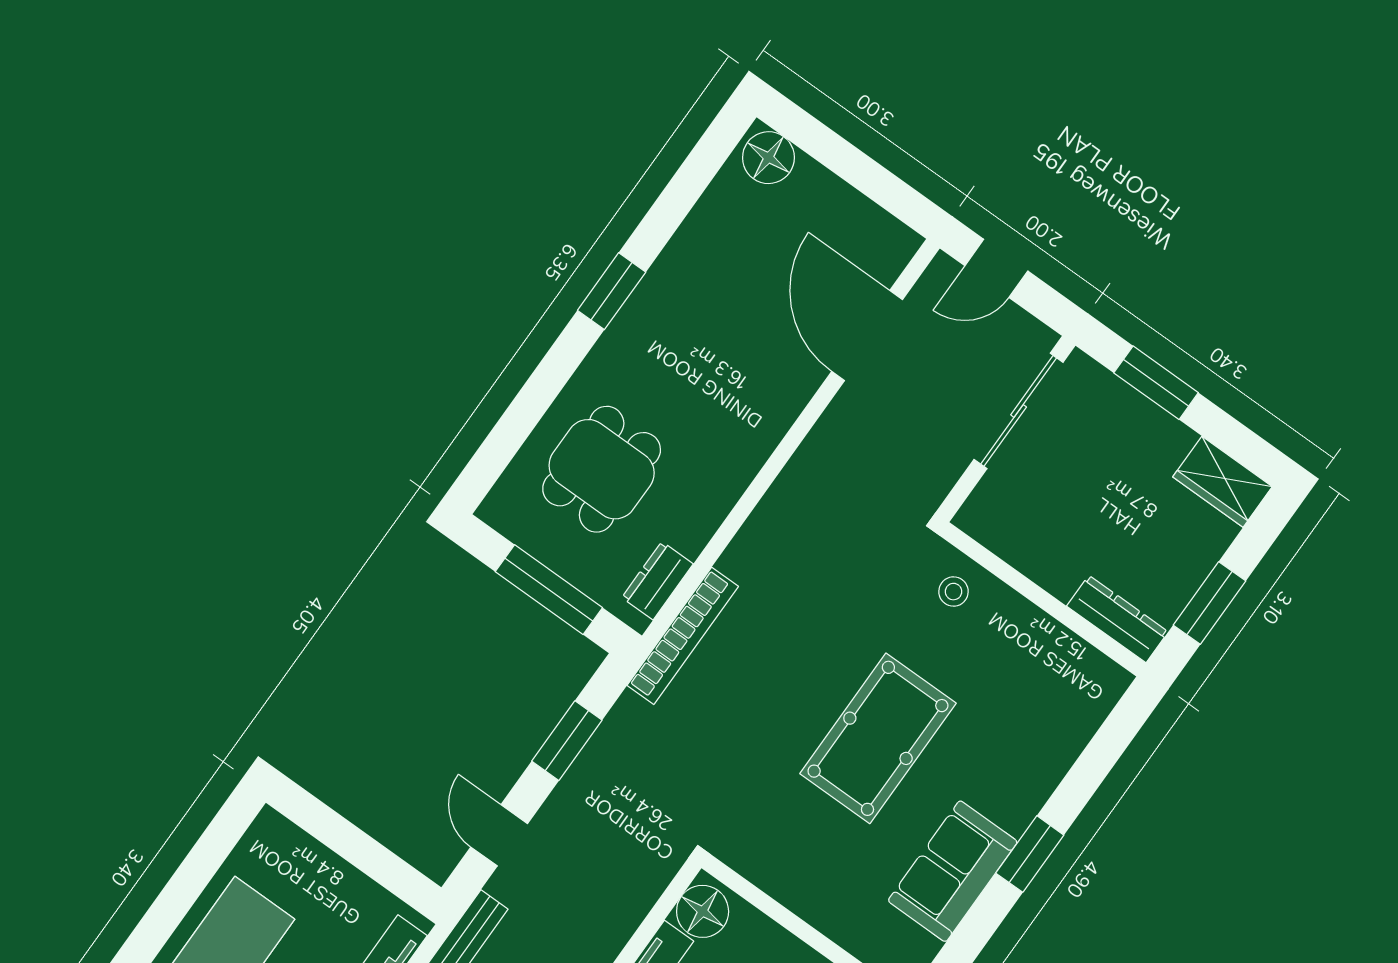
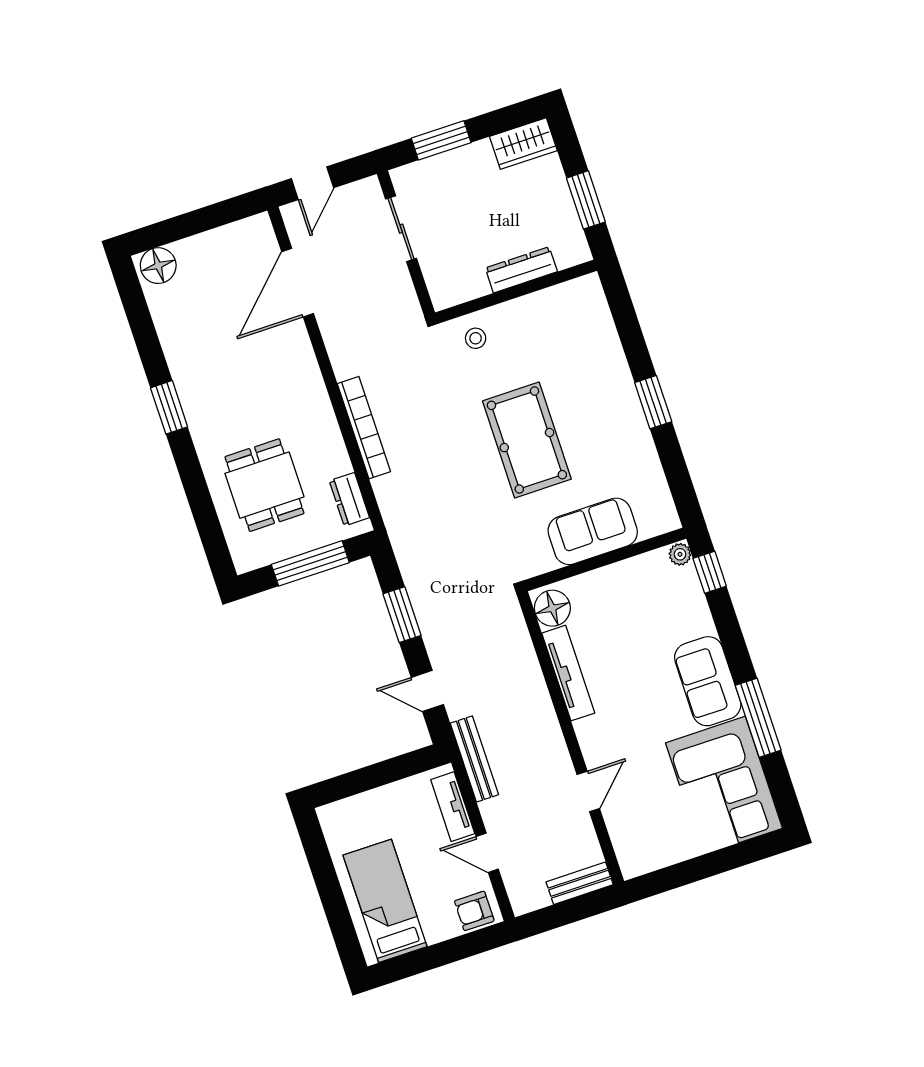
door: (867, 336) -> (298, 283), hinge flipped
sliding door: (1019, 411) -> (401, 229), width x0.73
dresser: (1117, 619) -> (521, 270), moved
bookcase: (683, 636) -> (364, 428), moved
sofa: (953, 871) -> (593, 531), moved, turned 90

